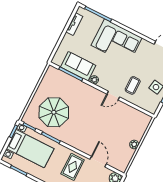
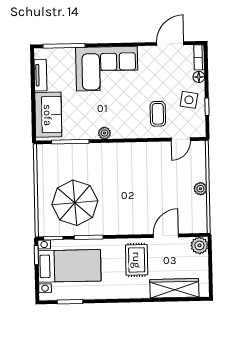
sofa: (78, 66) -> (48, 115), moved, turned 90
door: (113, 96) -> (181, 139), moved
door: (98, 162) -> (166, 236), hinge flipped

